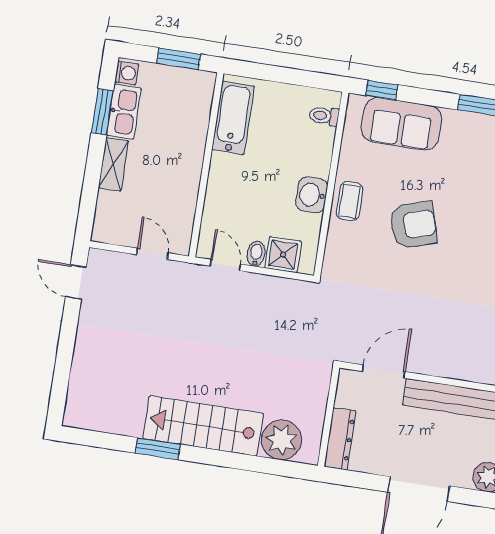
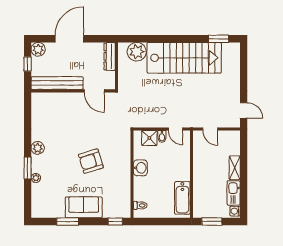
window: (102, 112) -> (244, 191), removed
sofa: (402, 124) -> (84, 207), moved
coffee table: (349, 201) -> (122, 168), removed
door: (384, 371) -> (94, 91), hinge flipped
stairs: (203, 426) -> (184, 58), width x1.36, depth x1.51
window: (158, 449) -> (219, 39), moved

